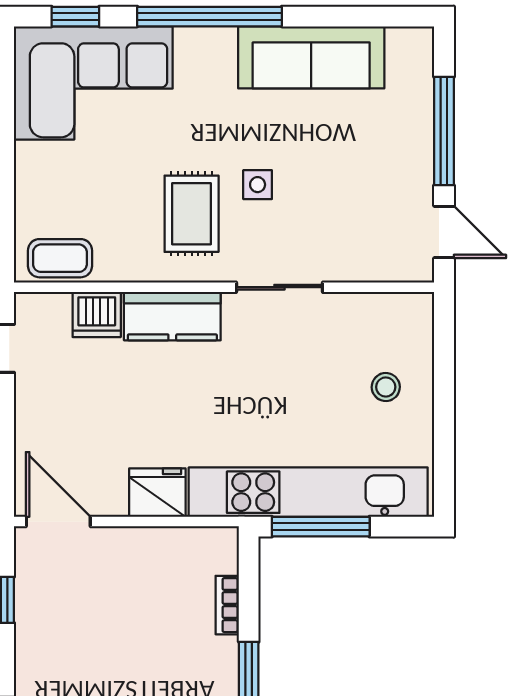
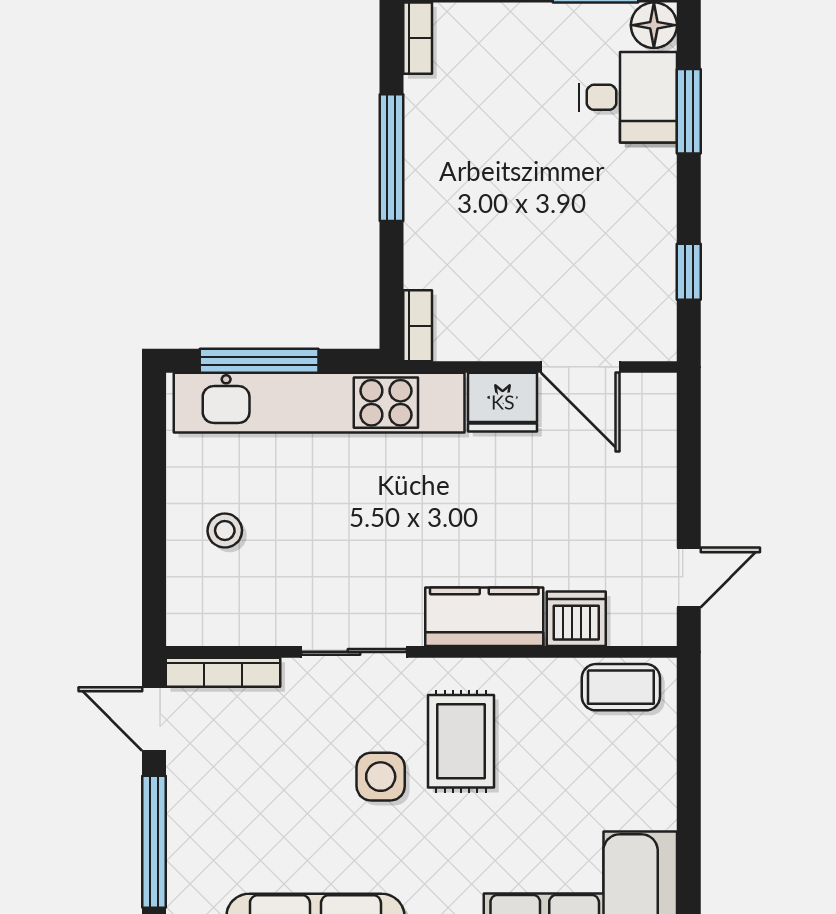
side table: (258, 185) -> (381, 777), width x1.37, depth x1.37
bookcase: (387, 270) -> (223, 672), added
door: (58, 522) -> (580, 367), moved
window: (321, 527) -> (259, 361), moved
bookcase: (227, 605) -> (418, 326), moved

